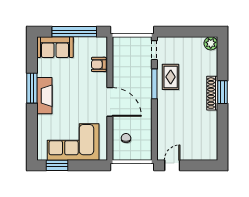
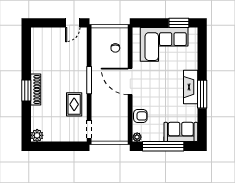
plant: (102, 42) -> (137, 137), added
window: (154, 84) -> (89, 80), moved

